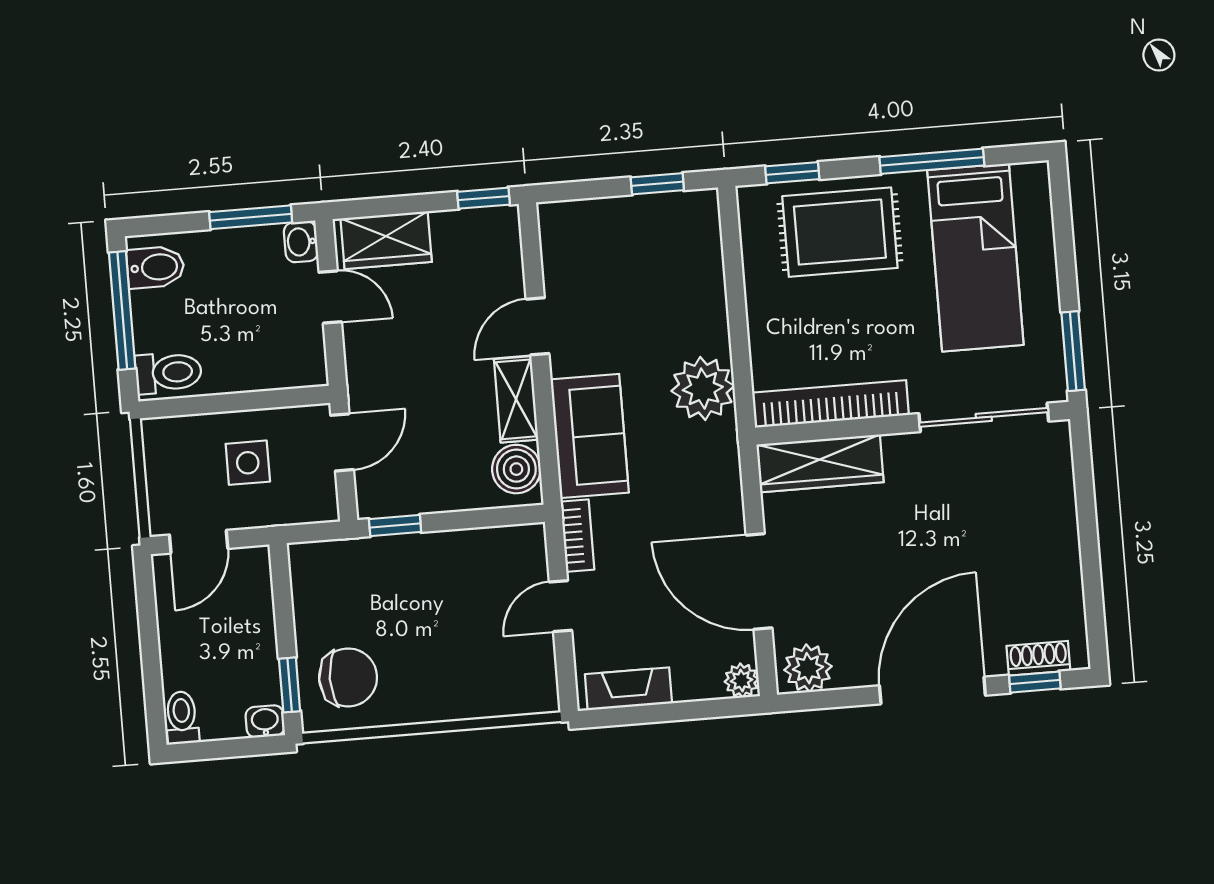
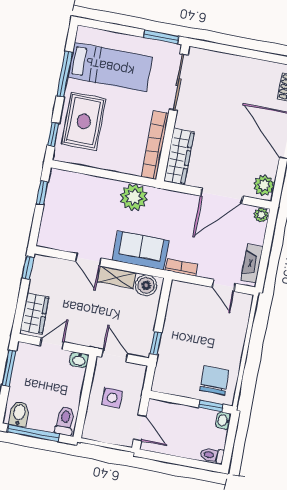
washbasin: (301, 242) -> (79, 360), moved
door: (561, 606) -> (224, 285), moved

